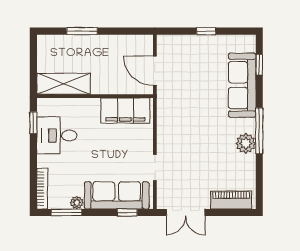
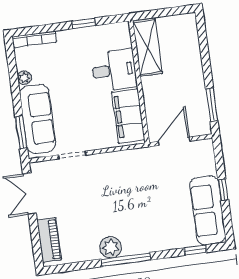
window: (82, 31) -> (212, 105), moved
sofa: (242, 85) -> (208, 210), moved, turned -90
window: (33, 123) -> (84, 23), moved
desk: (57, 135) -> (114, 70), moved, turned 90
window: (66, 212) -> (13, 68), removed
window: (127, 212) -> (21, 132), width x1.50

